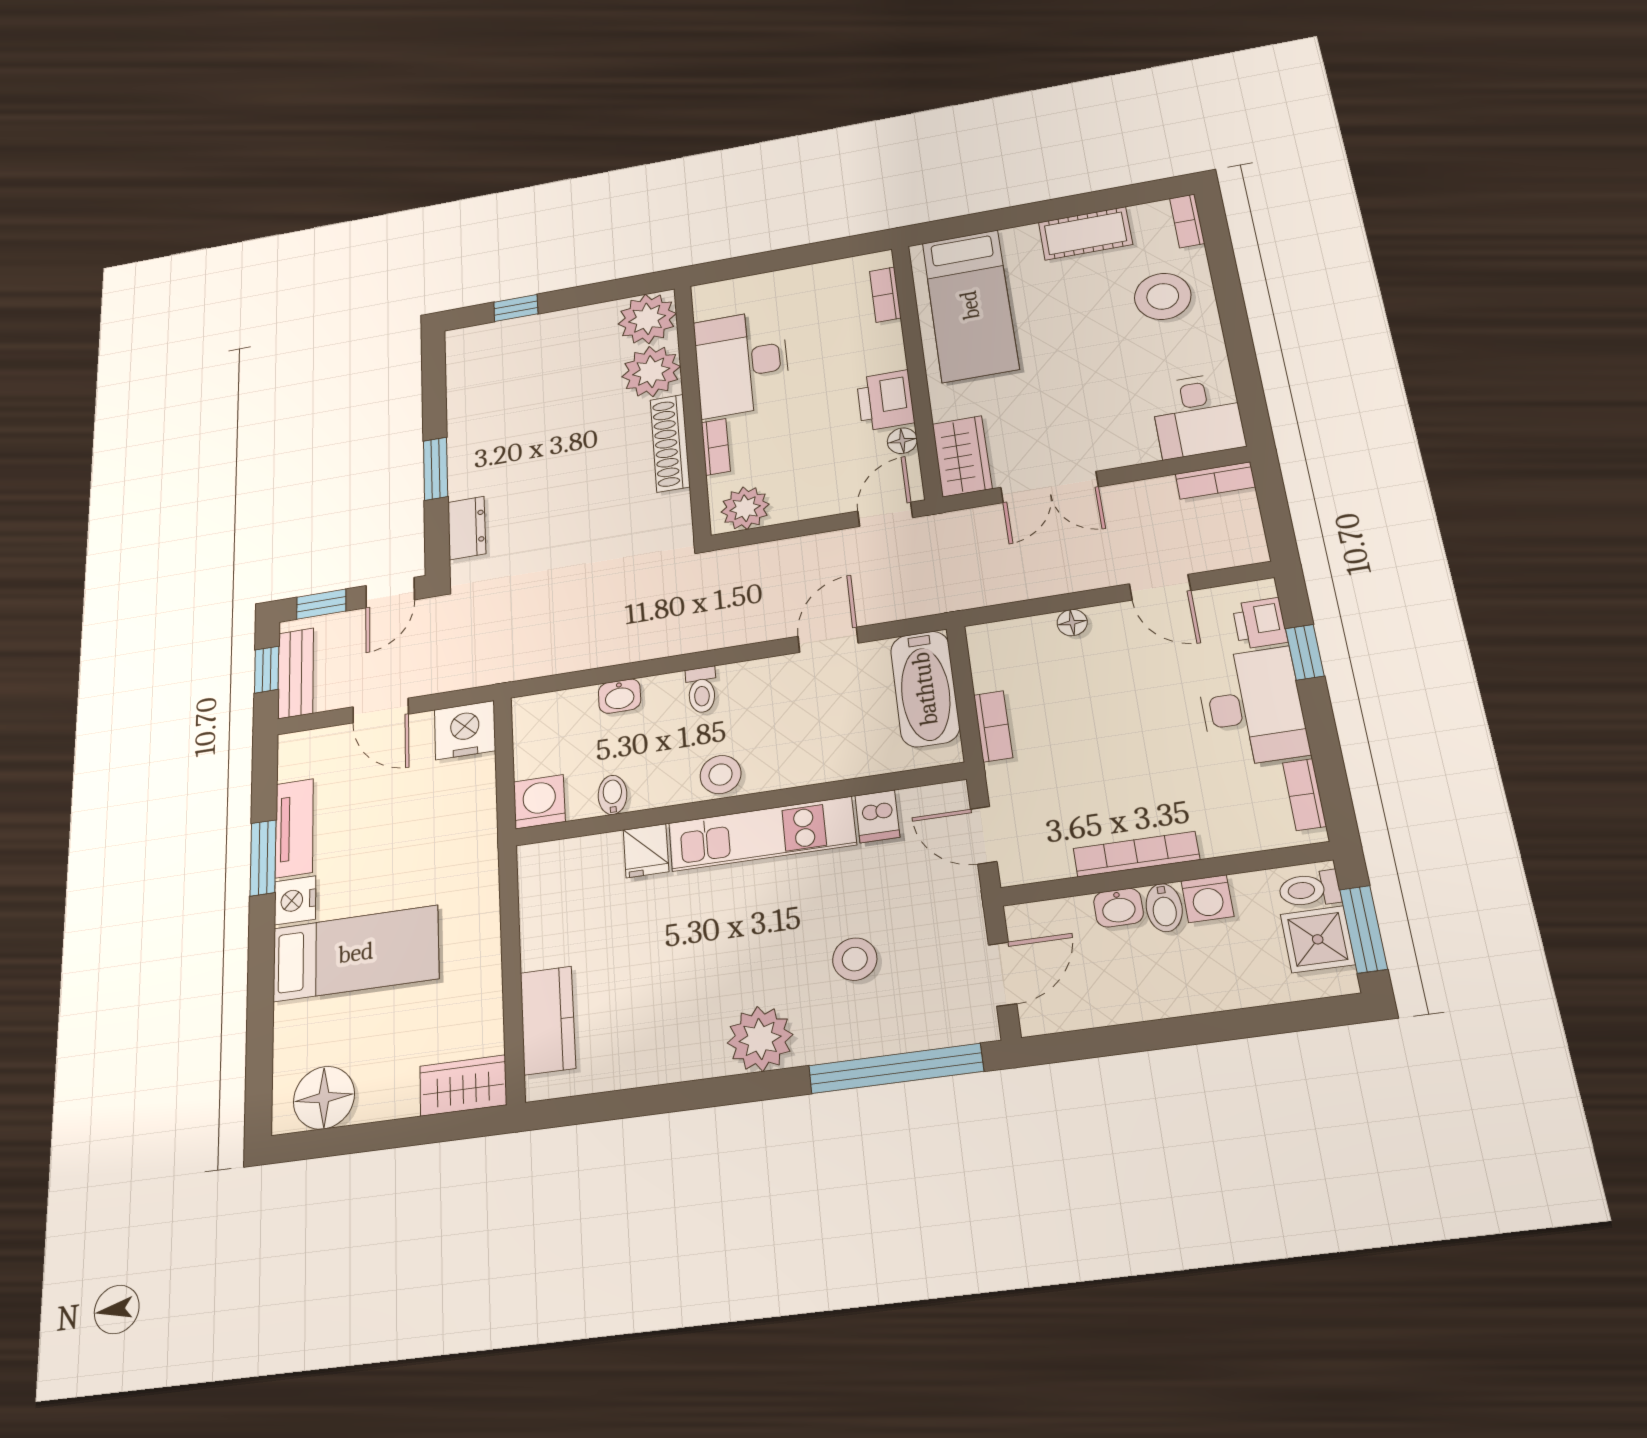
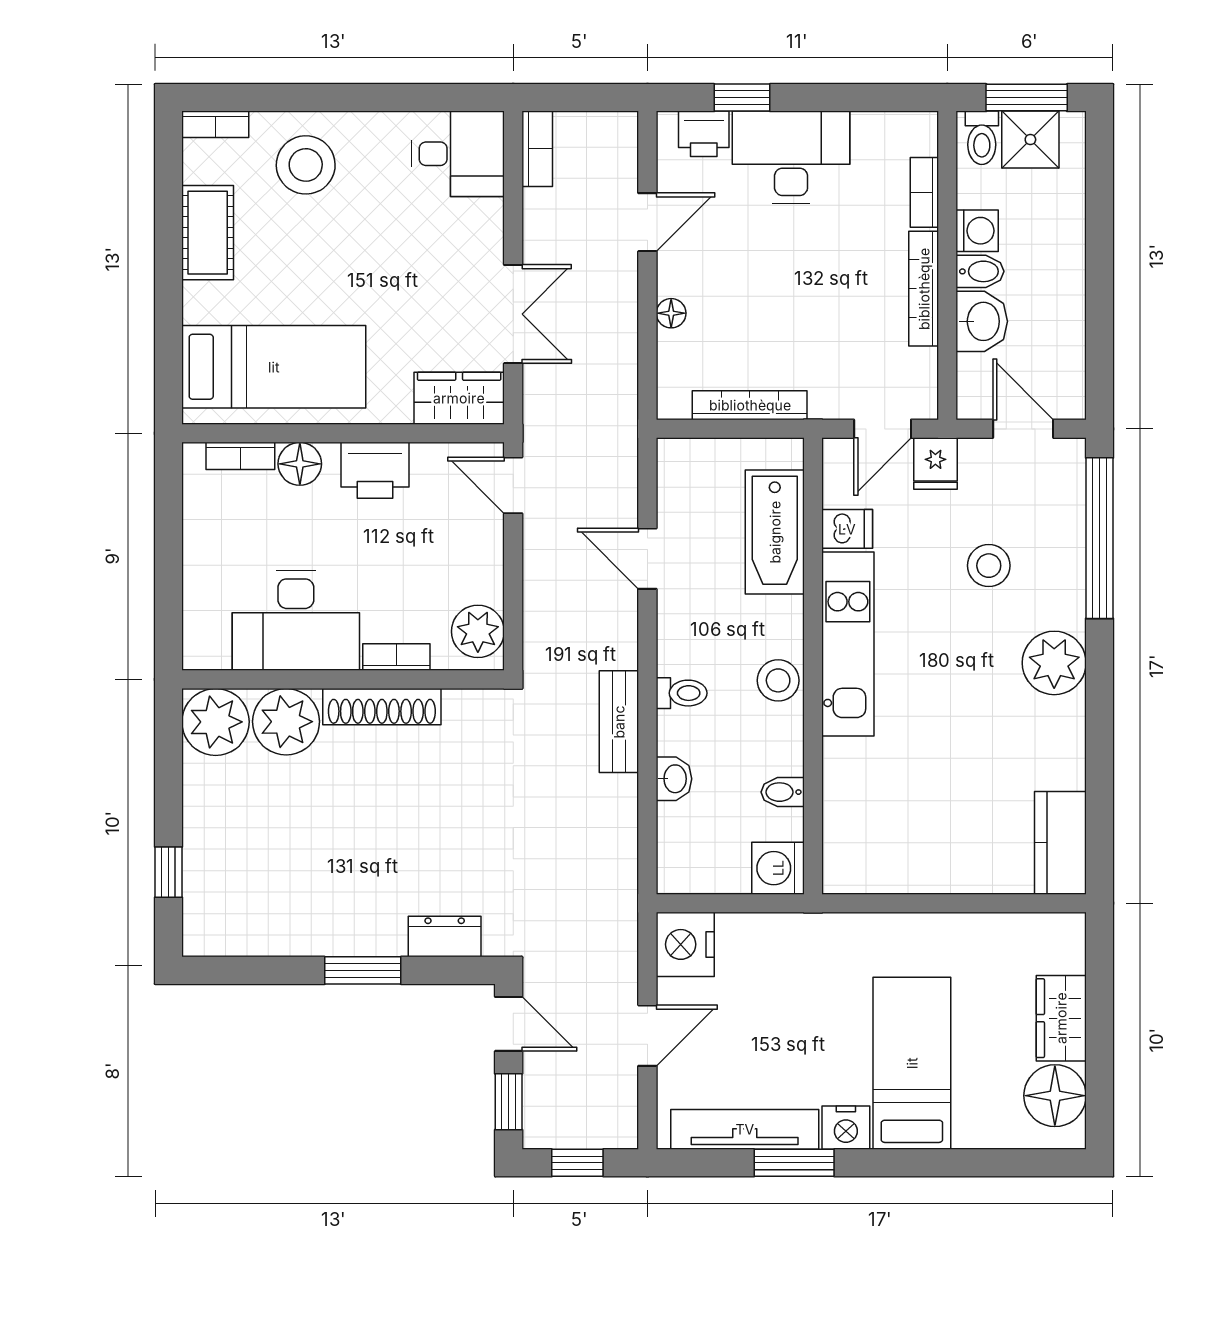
floor lamp: (902, 441) -> (300, 464), moved, width x1.37, depth x1.37
bench: (296, 673) -> (619, 722), moved, turned 90
bathtub: (925, 689) -> (775, 532), moved, turned 90
bookcase: (993, 726) -> (750, 405), width x1.56
bookcase: (1304, 795) -> (924, 192), moved, turned 90
tv unit: (294, 828) -> (745, 1129), width x1.41
fridge: (646, 851) -> (935, 464), moved, turned 90
washbasin: (1118, 908) -> (982, 321), width x1.38, depth x1.45
kitchen counter: (548, 1020) -> (1060, 843), moved, turned -90
wardrobe: (463, 1085) -> (1061, 1018), moved

